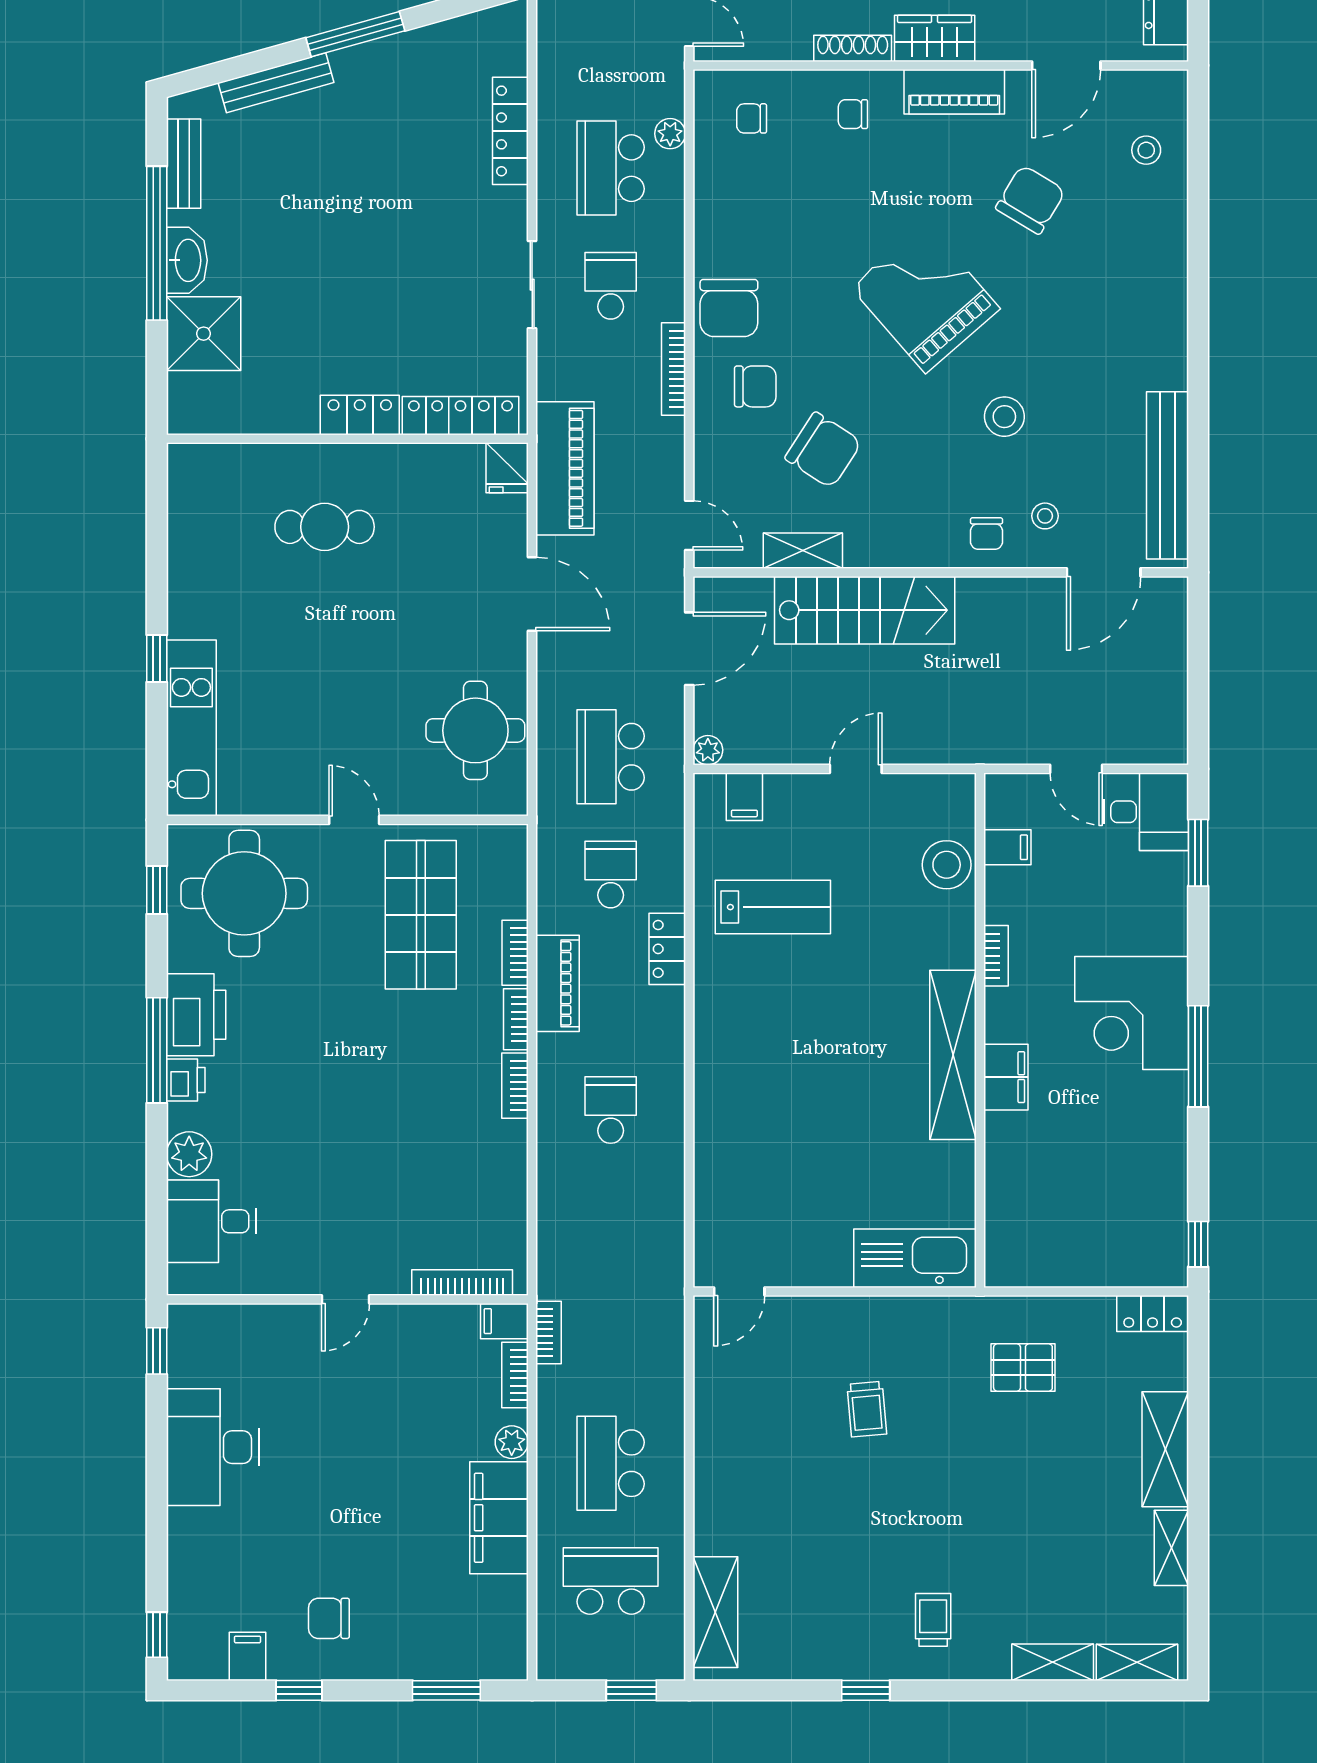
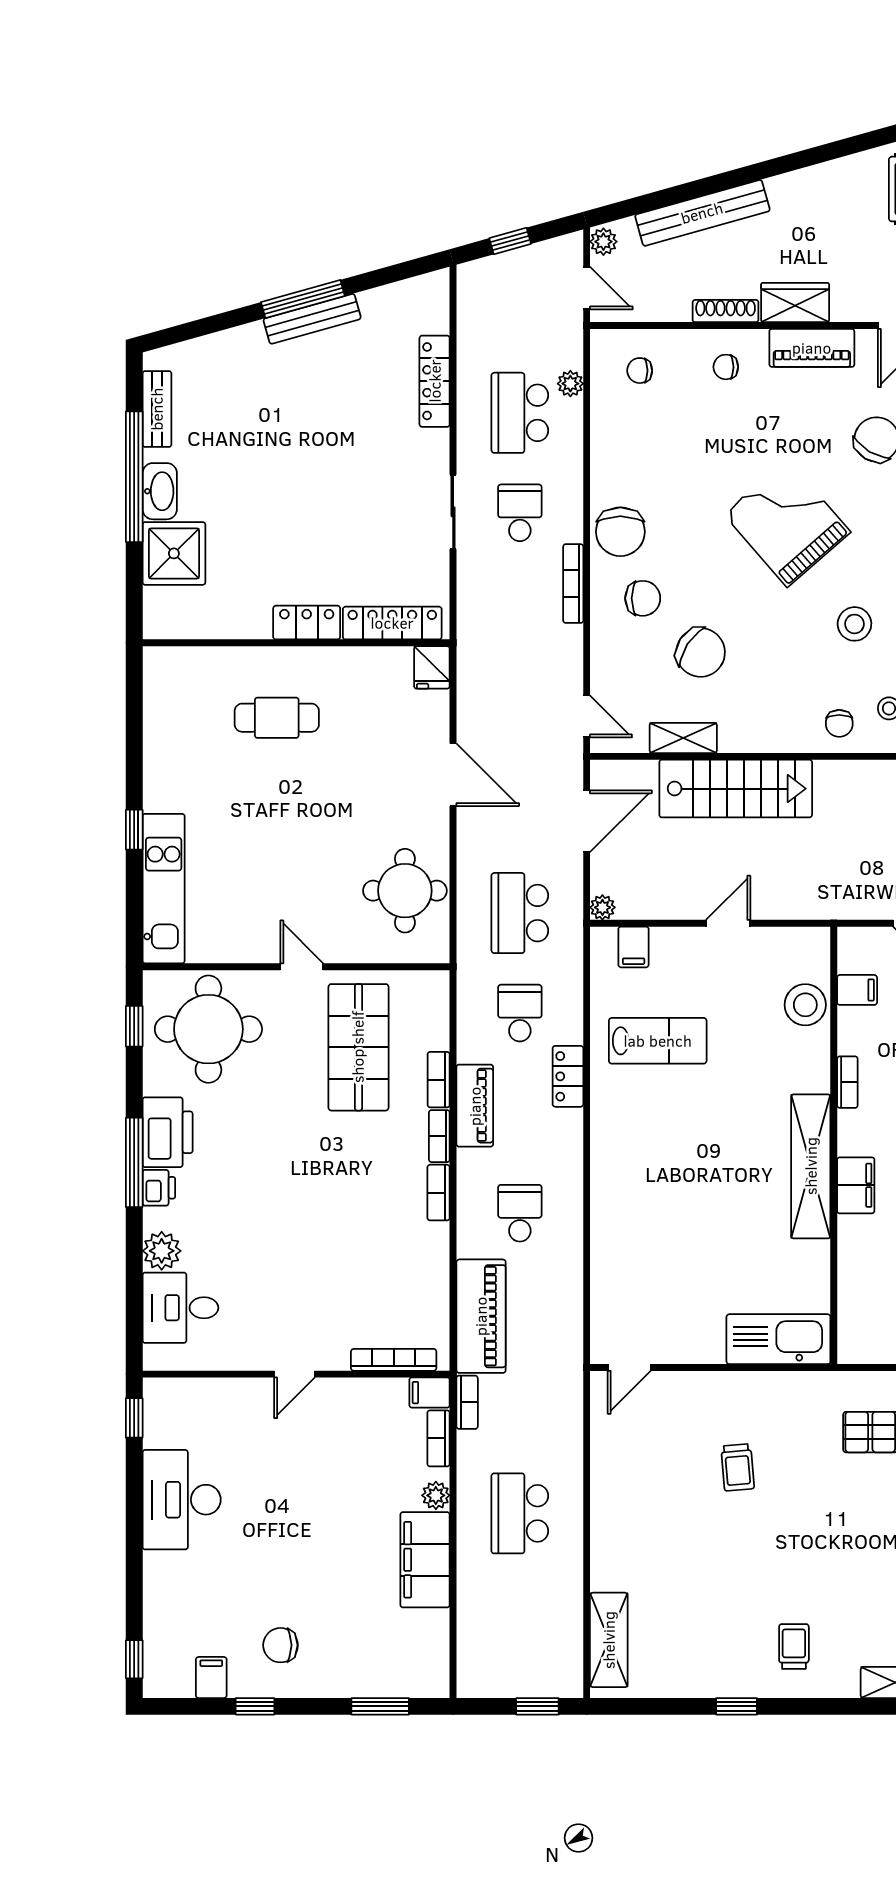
bench: (276, 83) -> (312, 319), moved
piano: (565, 468) -> (481, 1316), moved
school desk: (611, 1581) -> (520, 1613), removed

